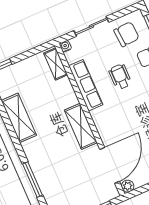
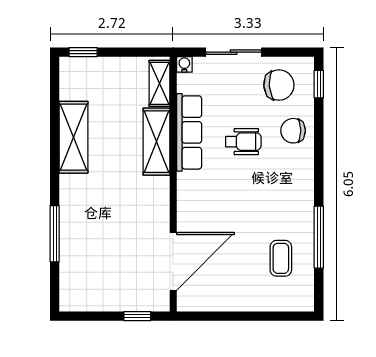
wheelchair: (120, 77) -> (243, 142), turned 90
shelving: (81, 126) -> (156, 142), moved
plant: (128, 186) -> (186, 302), removed

